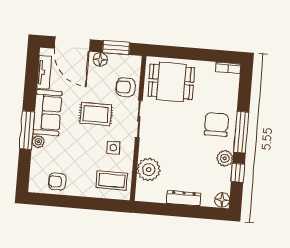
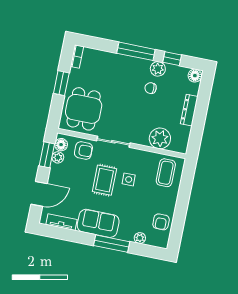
door: (72, 44) -> (39, 194), width x0.73
window: (197, 54) -> (61, 83), added
floor lamp: (100, 59) -> (61, 145), moved
plant: (115, 60) -> (58, 157), added
armchair: (126, 87) -> (83, 150), turned -90
chair: (216, 124) -> (151, 88), moved, width x0.54, depth x0.54
plant: (38, 142) -> (140, 238), moved
side table: (113, 148) -> (129, 179), moved

